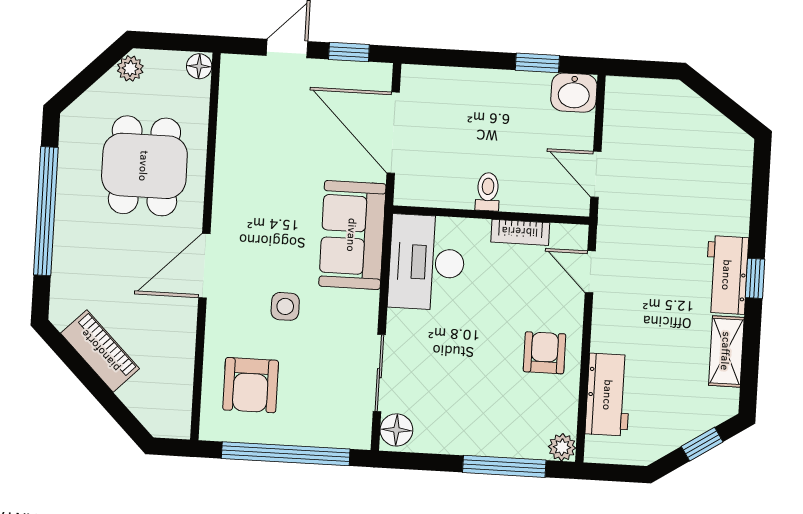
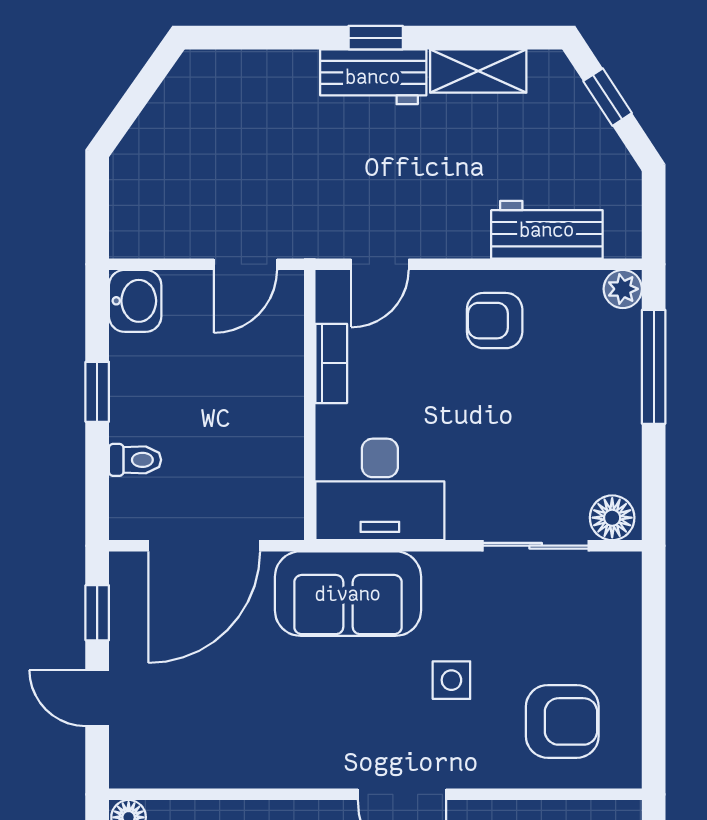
window: (537, 63) -> (97, 392), moved
toilet: (488, 192) -> (135, 460), moved, turned 180
window: (286, 454) -> (654, 668), removed

